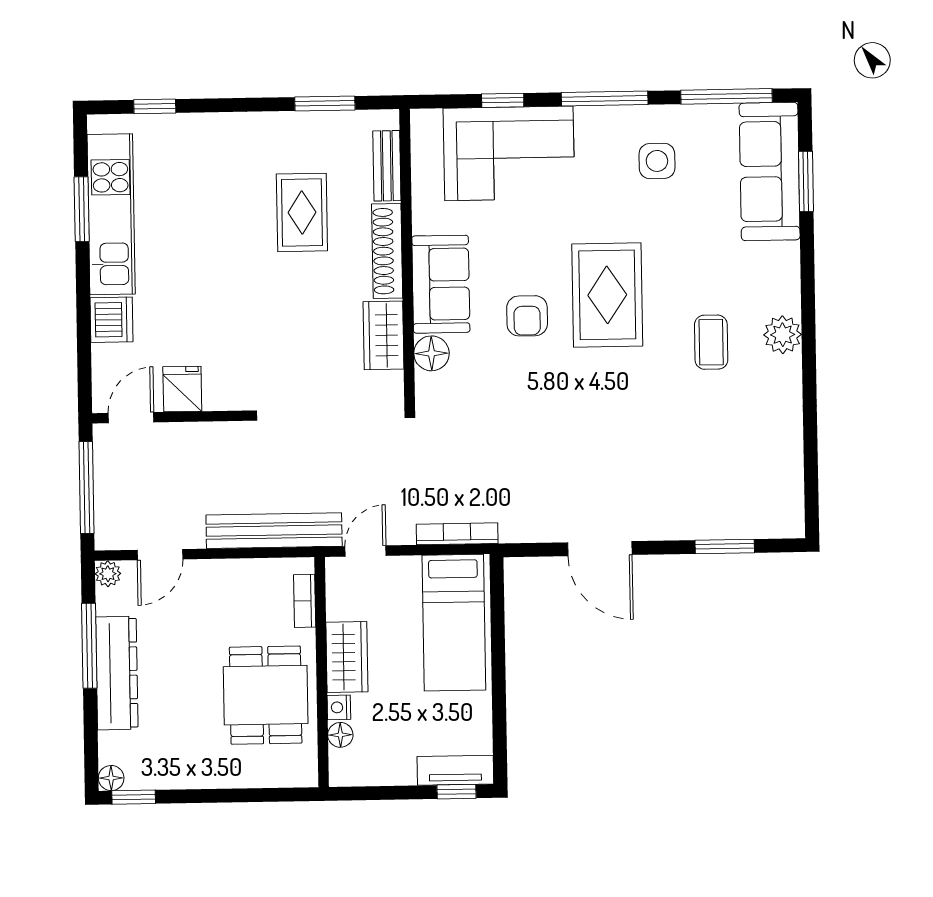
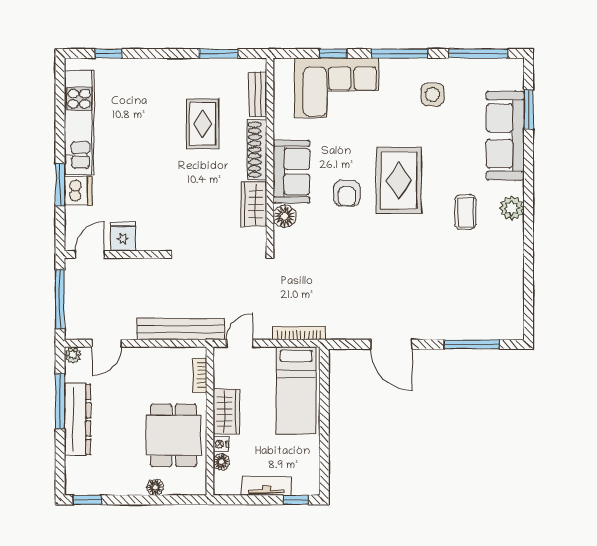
sofa: (770, 171) -> (505, 136), moved
window: (82, 209) -> (60, 185), moved
window: (725, 546) -> (472, 344), width x1.44
tv unit: (455, 770) -> (266, 486), moved
floor lamp: (111, 778) -> (155, 487), moved

